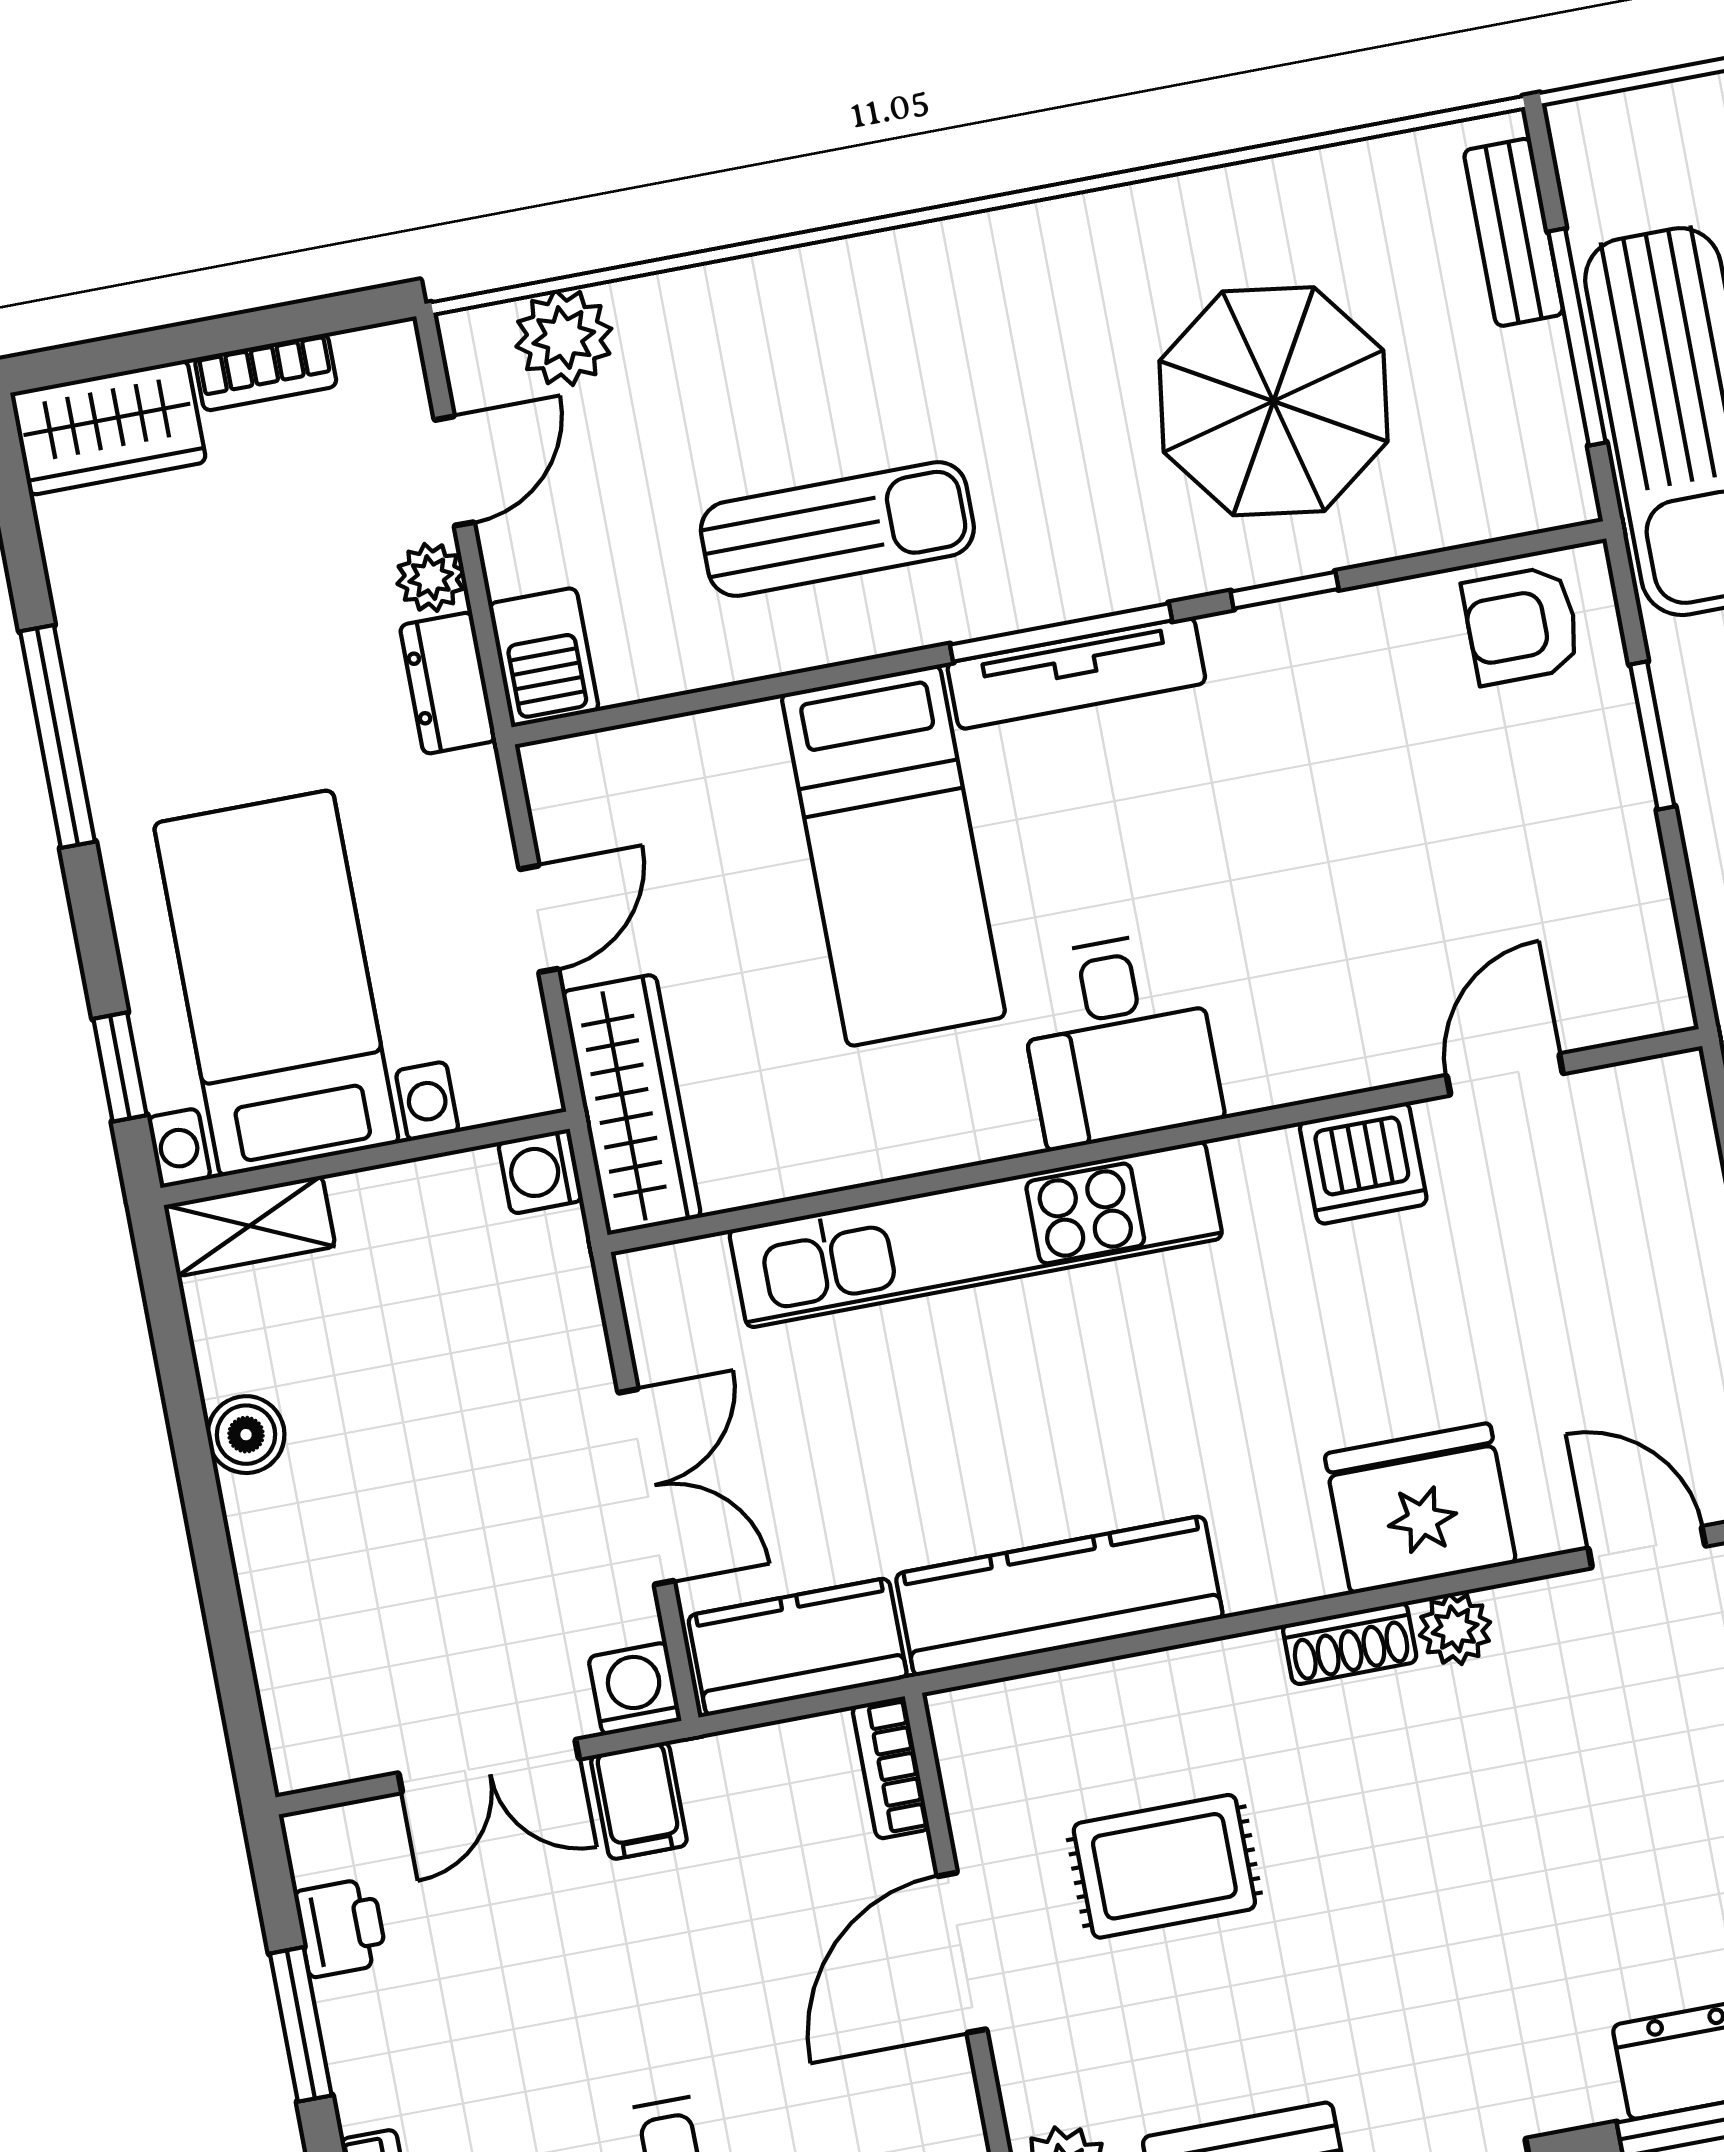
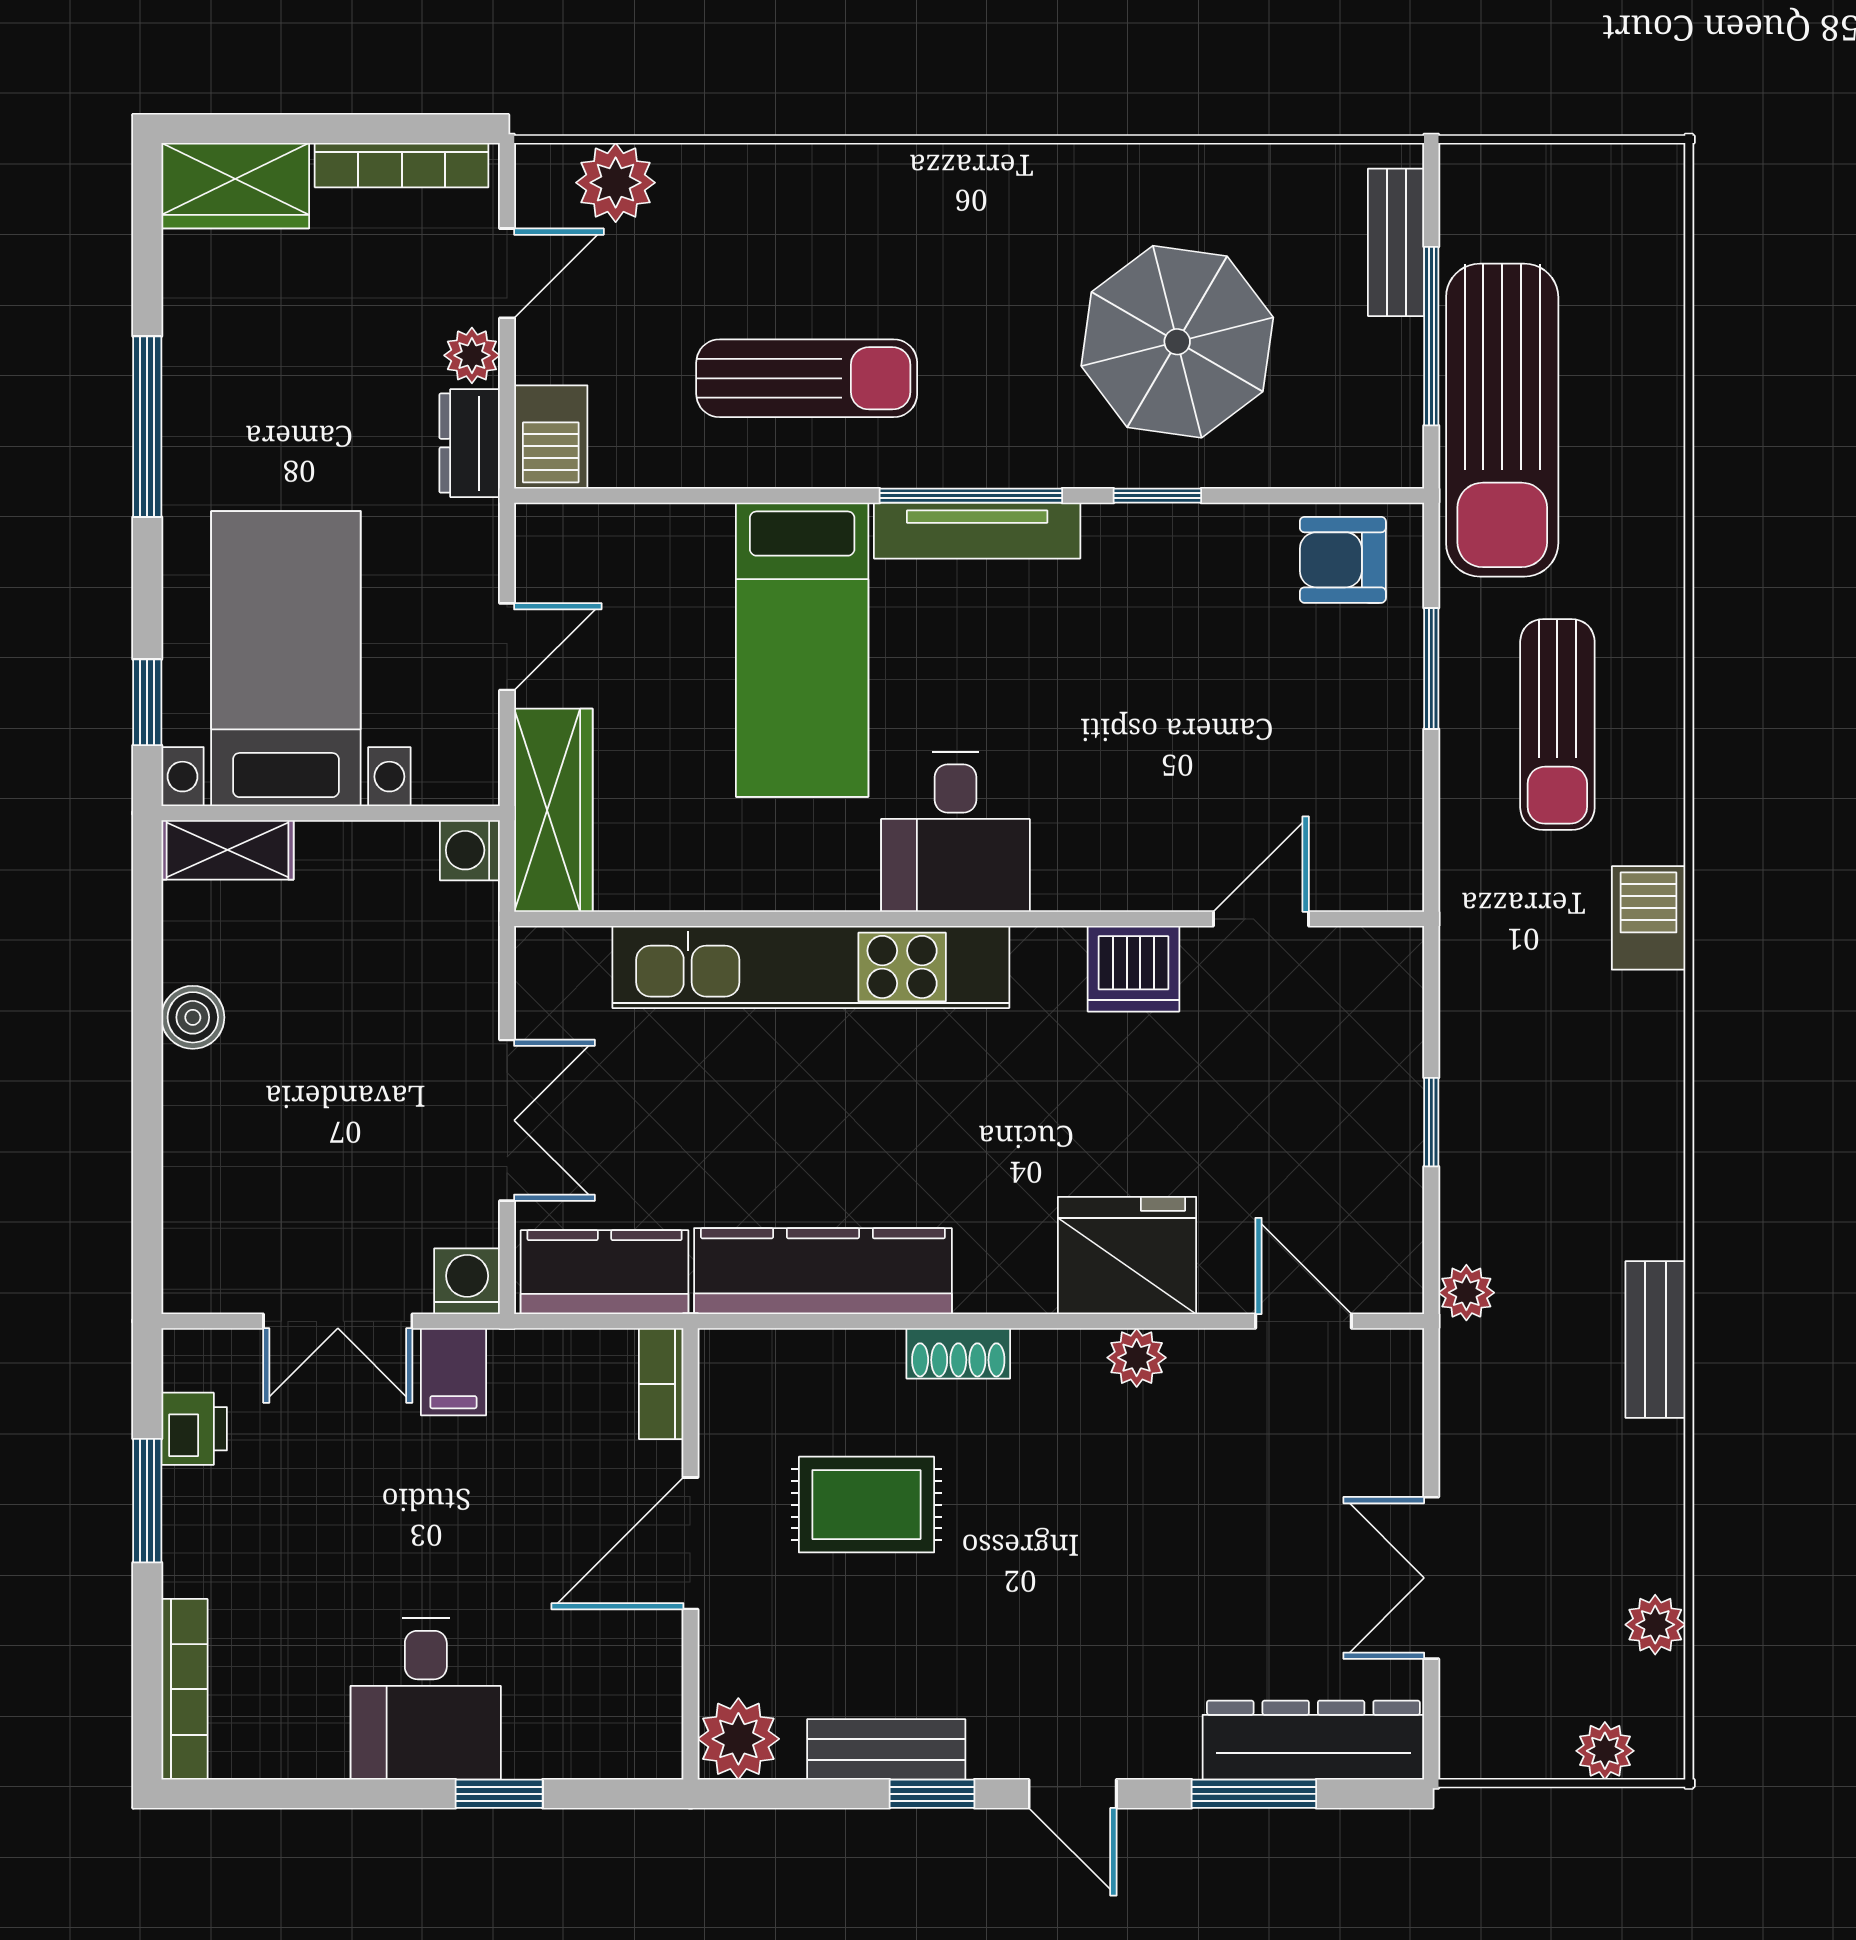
bookcase: (266, 372) -> (402, 165), width x1.56
shoe rack: (1350, 1643) -> (958, 1353), moved

